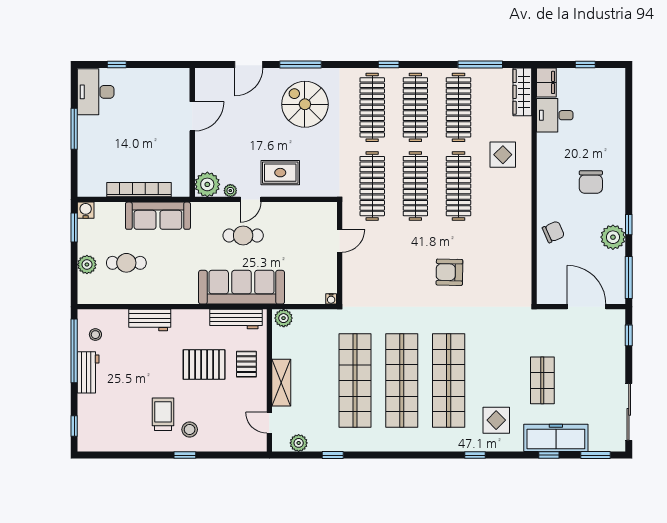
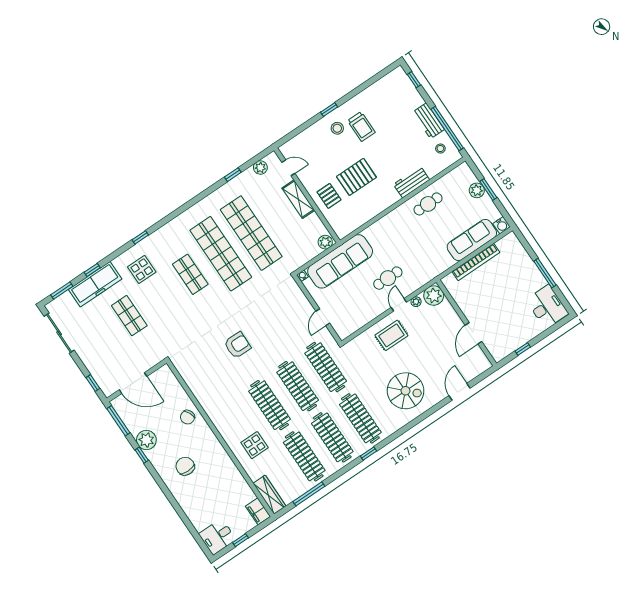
window: (117, 65) -> (523, 349), moved
window: (301, 65) -> (426, 415), removed
desk: (555, 115) -> (217, 537), moved, turned 180
sofa: (158, 216) -> (472, 240), moved
window: (74, 228) -> (488, 190), moved
cafe table: (126, 263) -> (428, 204), moved
sofa: (242, 287) -> (340, 261), moved
workbench: (236, 319) -> (356, 221), removed
shop shelf: (449, 380) -> (190, 274), width x0.50, depth x0.74

